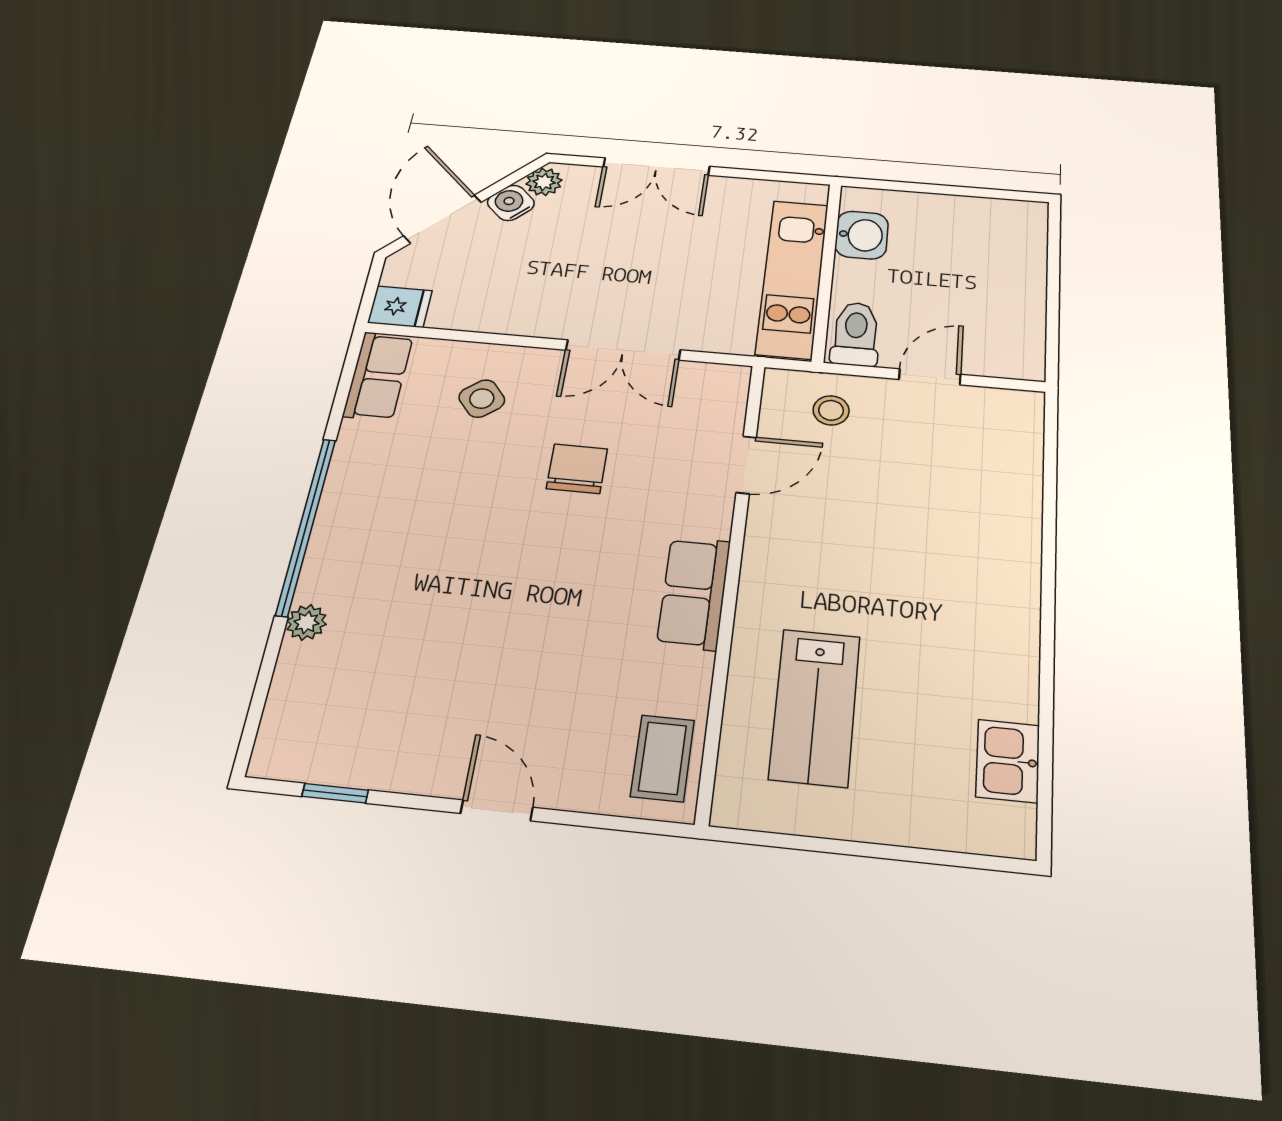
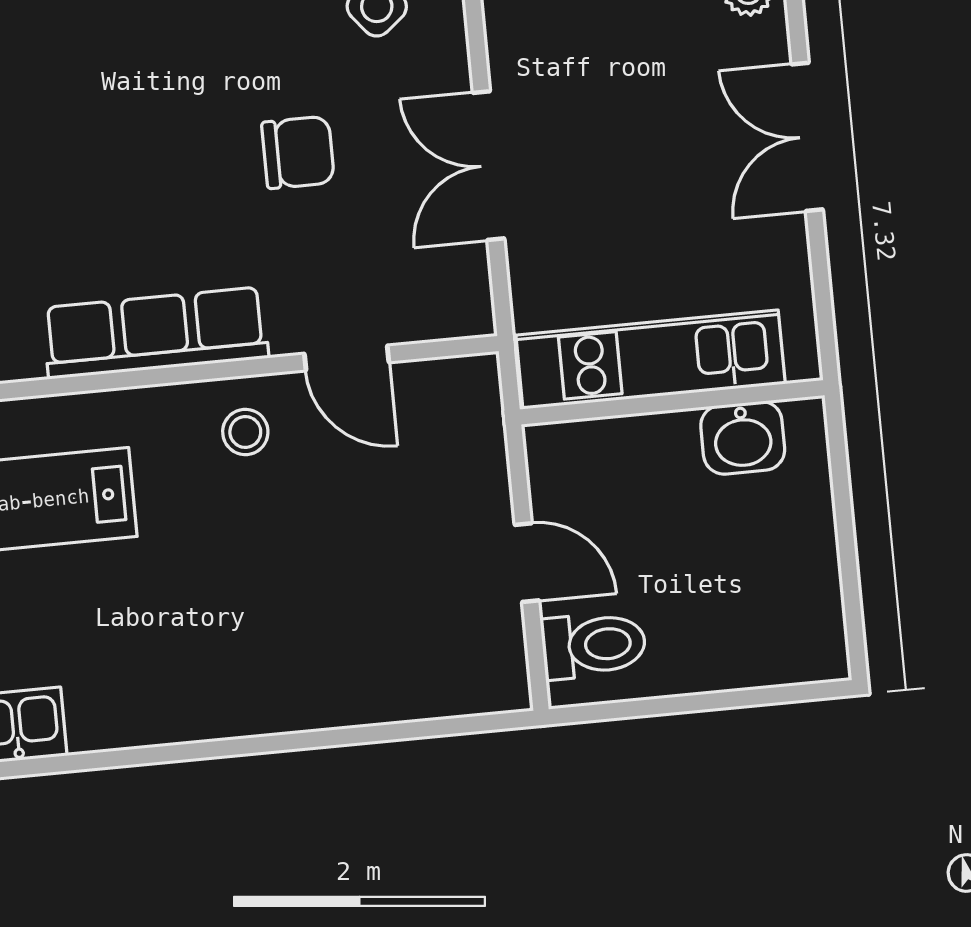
toilet: (856, 334) -> (594, 645), moved
stool: (831, 410) -> (245, 432), moved
row of seats: (694, 593) -> (155, 333), width x1.48

